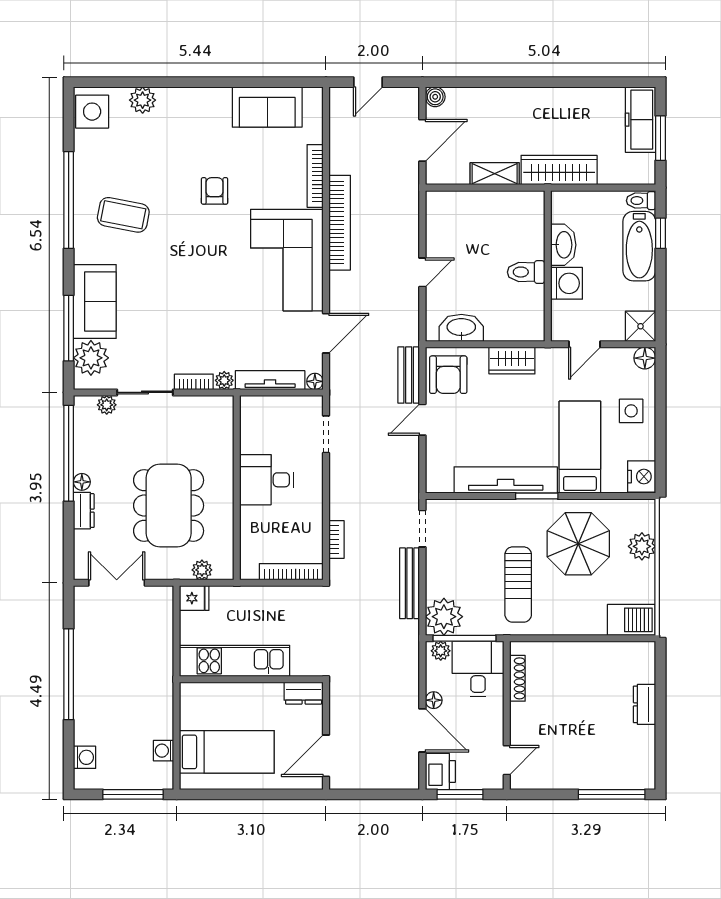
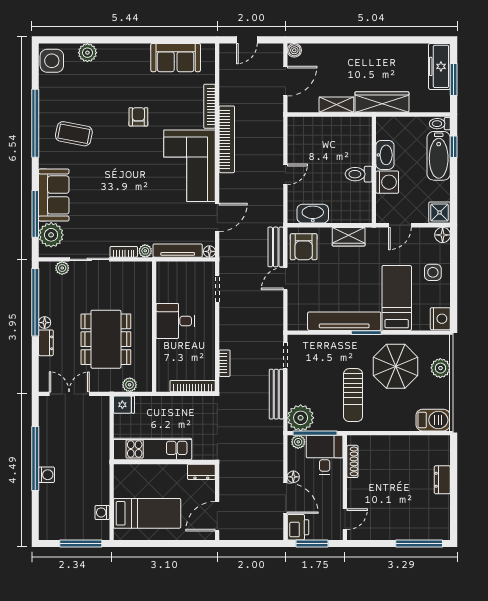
washing machine: (85, 757) -> (47, 475), moved

